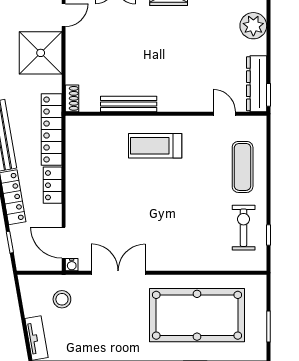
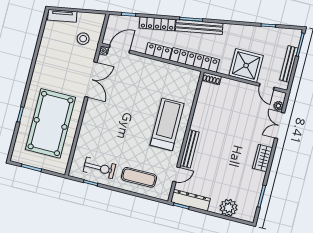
bench: (129, 104) -> (190, 149), moved
treadmill: (155, 146) -> (167, 124), width x1.37, depth x1.38

